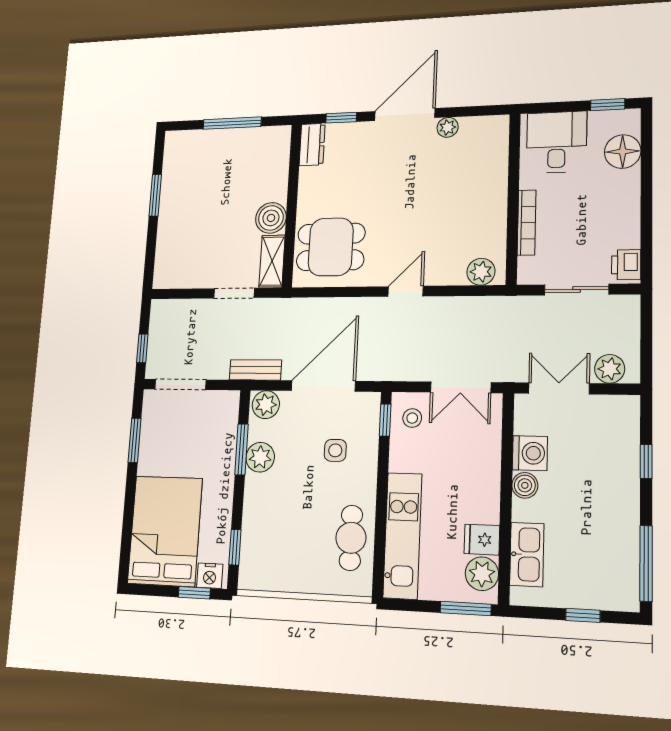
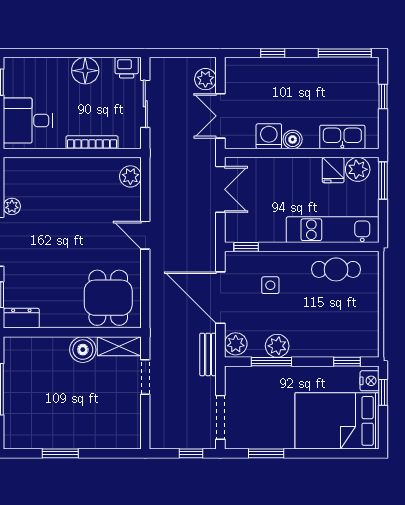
floor lamp: (623, 152) -> (85, 71), moved
stool: (412, 418) -> (244, 226), removed

